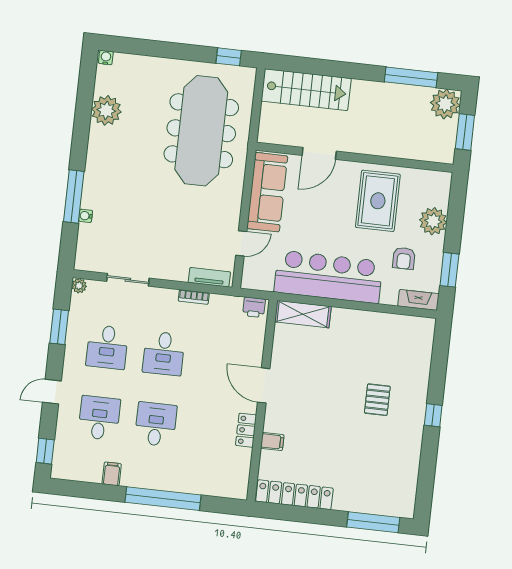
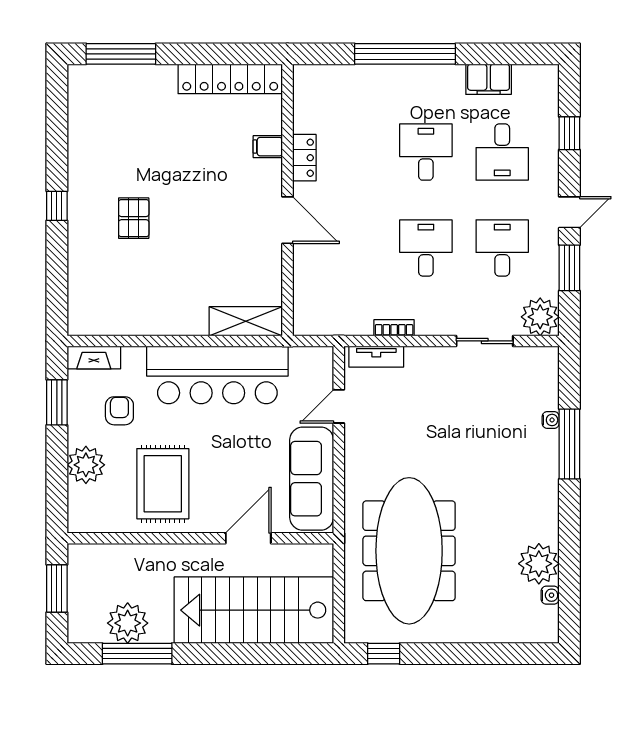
water cooler: (106, 58) -> (550, 595), moved, turned -90
stairs: (306, 90) -> (254, 610), width x1.36, depth x1.51
plant: (445, 104) -> (128, 623), moved
plant: (79, 286) -> (540, 317), width x1.88, depth x1.88
printer: (254, 307) -> (312, 323), removed
door: (52, 392) -> (569, 212), moved
desk: (156, 424) -> (426, 152), turned 180
window: (45, 451) -> (569, 133), moved
filing cabinet: (112, 474) -> (489, 79), width x2.00

